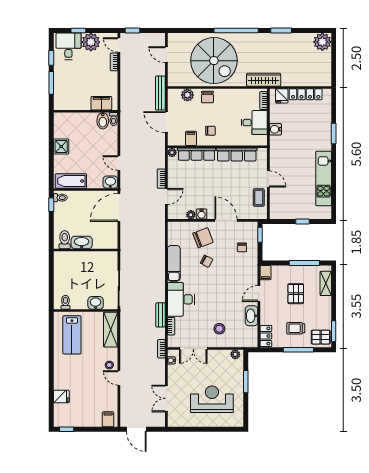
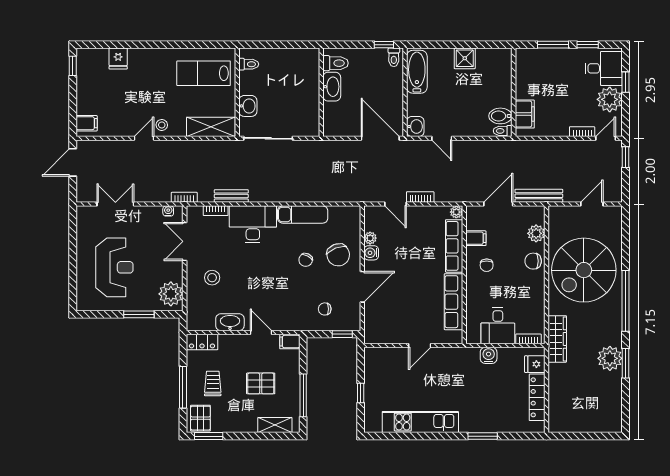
plant: (322, 42) -> (610, 358), moved
door: (119, 163) -> (442, 138), swing flipped
coffee table: (259, 198) -> (394, 332), removed
plant: (235, 354) -> (171, 294), width x1.88, depth x1.88

